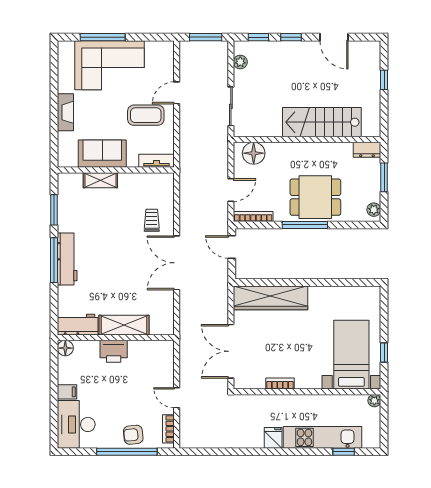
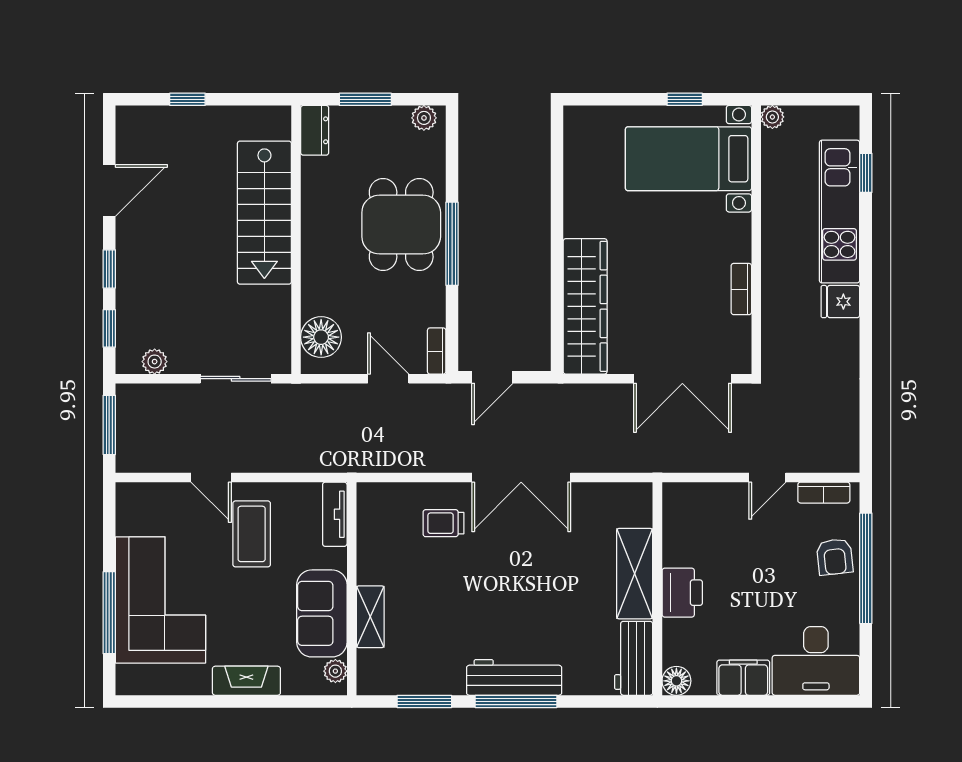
plant: (71, 161) -> (335, 671), added
bookcase: (253, 217) -> (437, 351), width x0.64
filing cabinet: (67, 392) -> (743, 678), width x2.00

